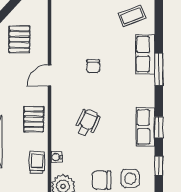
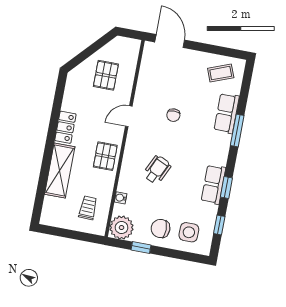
trolley: (37, 162) -> (88, 208), moved

